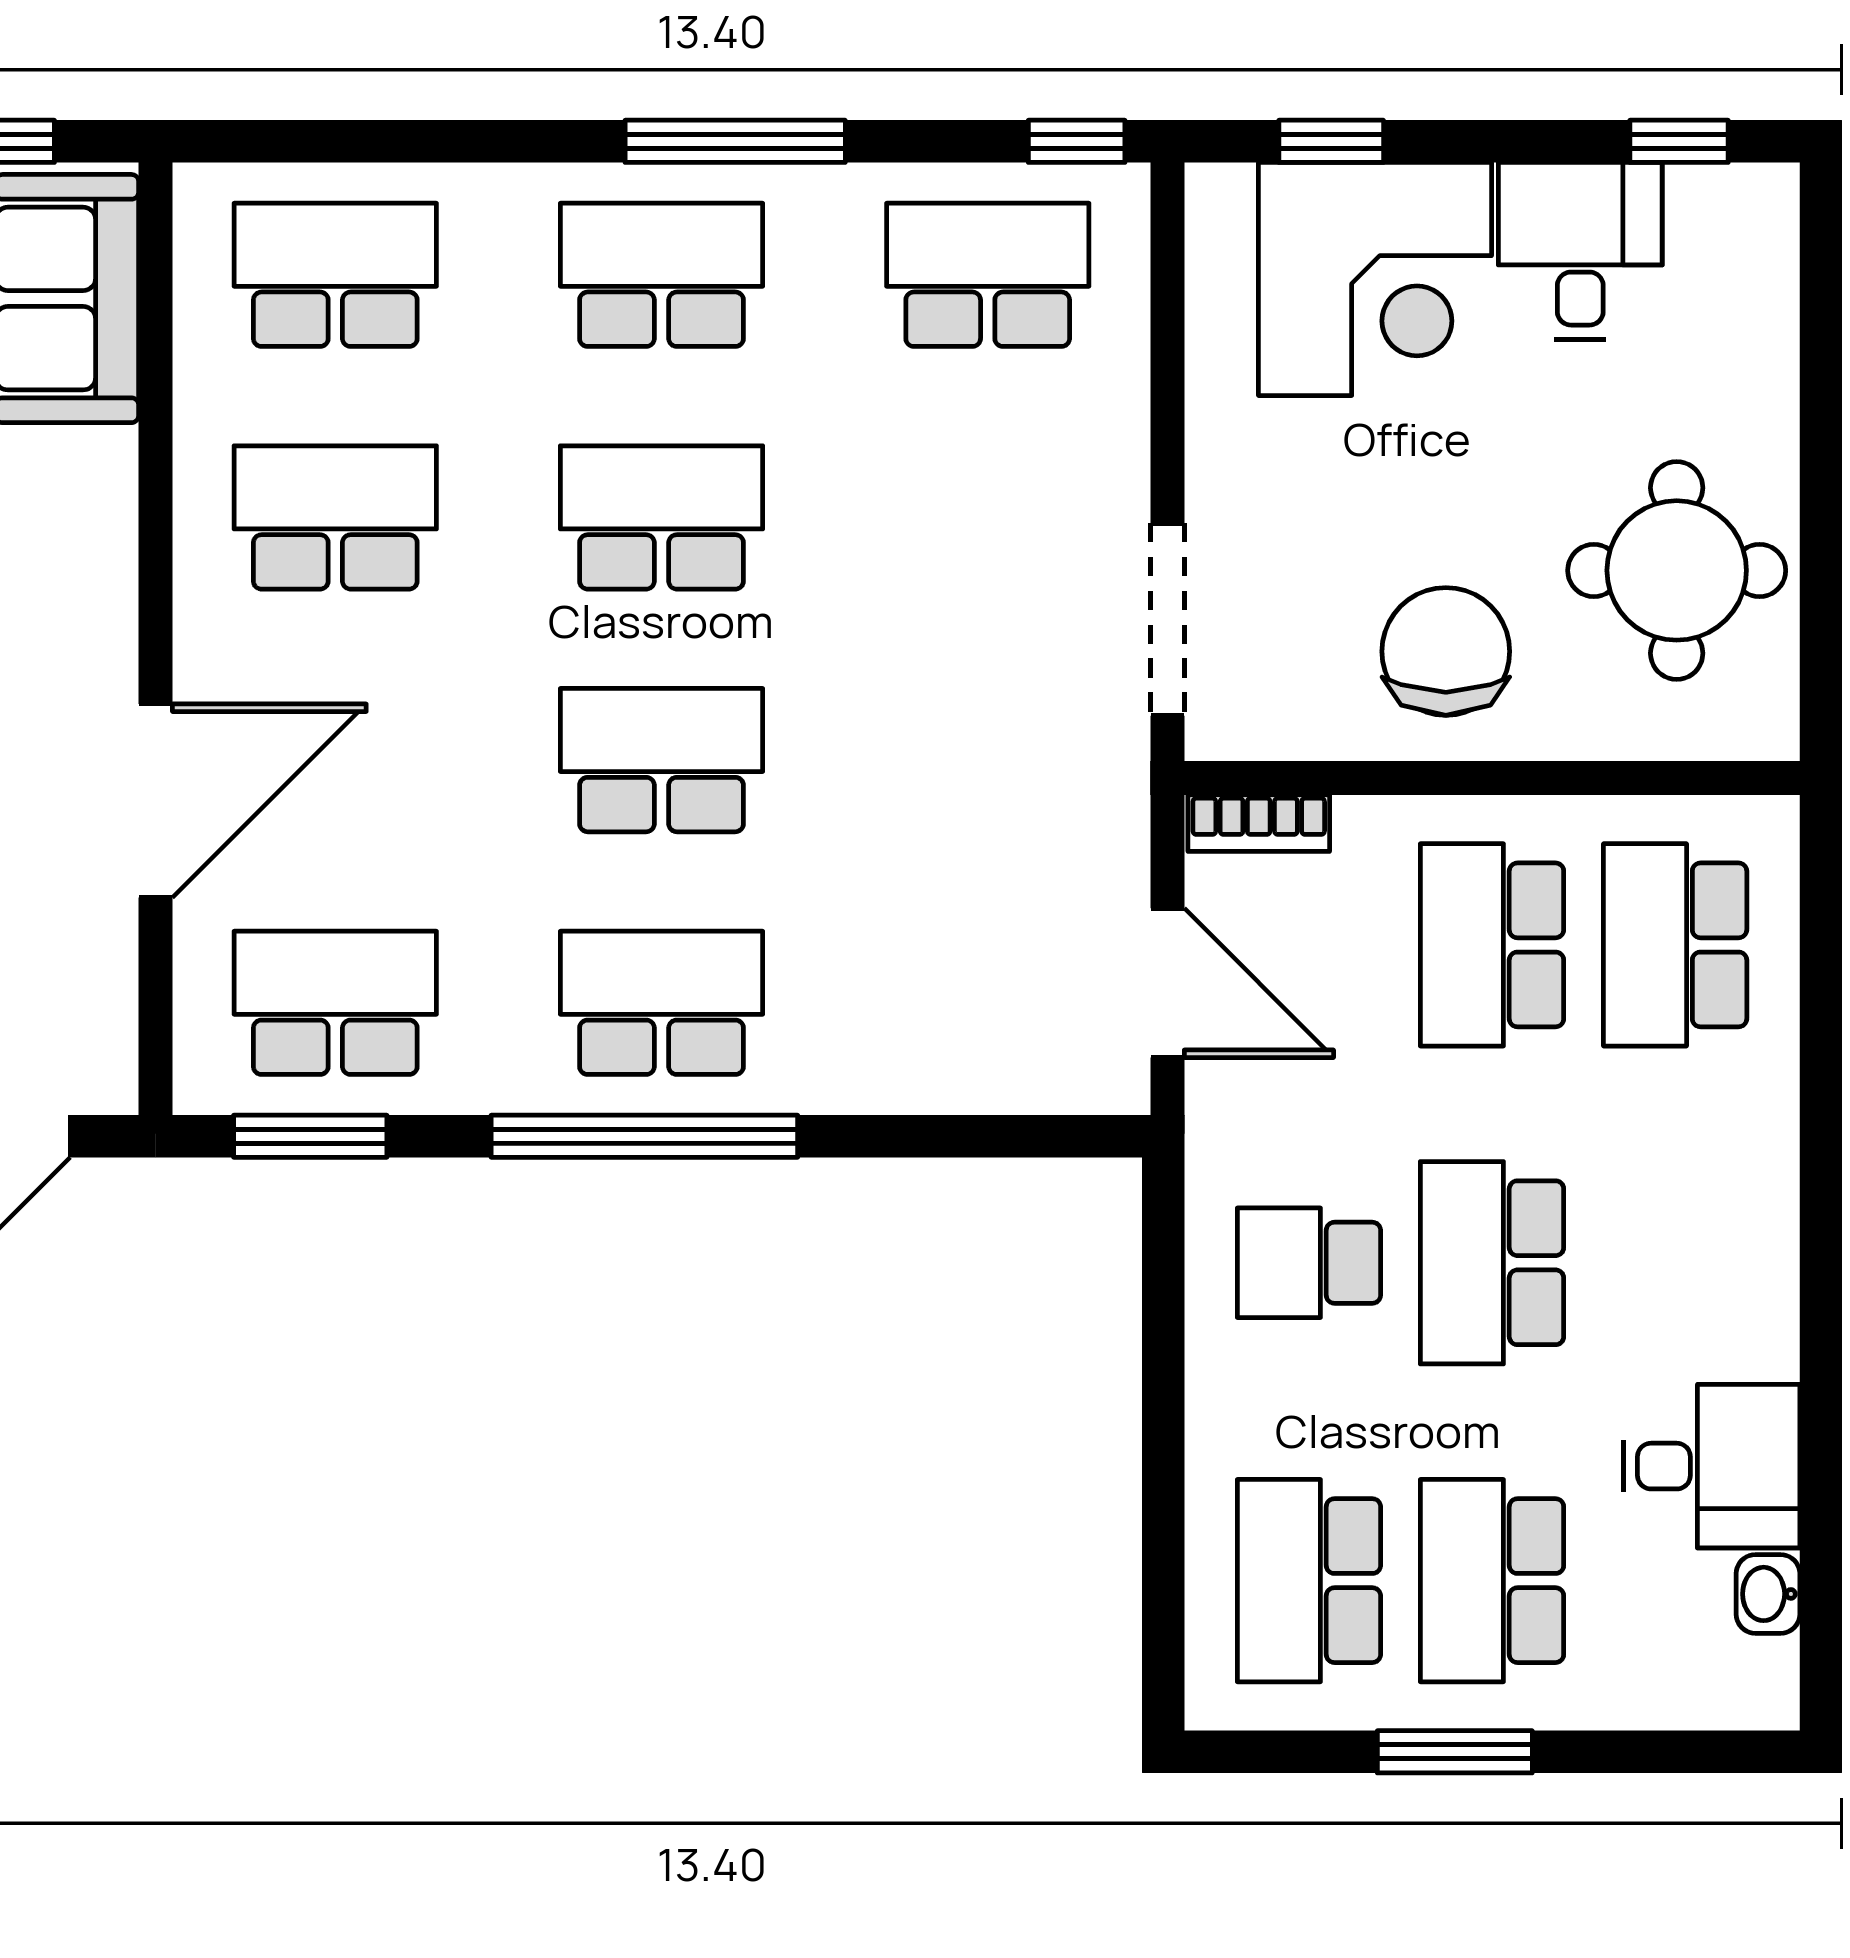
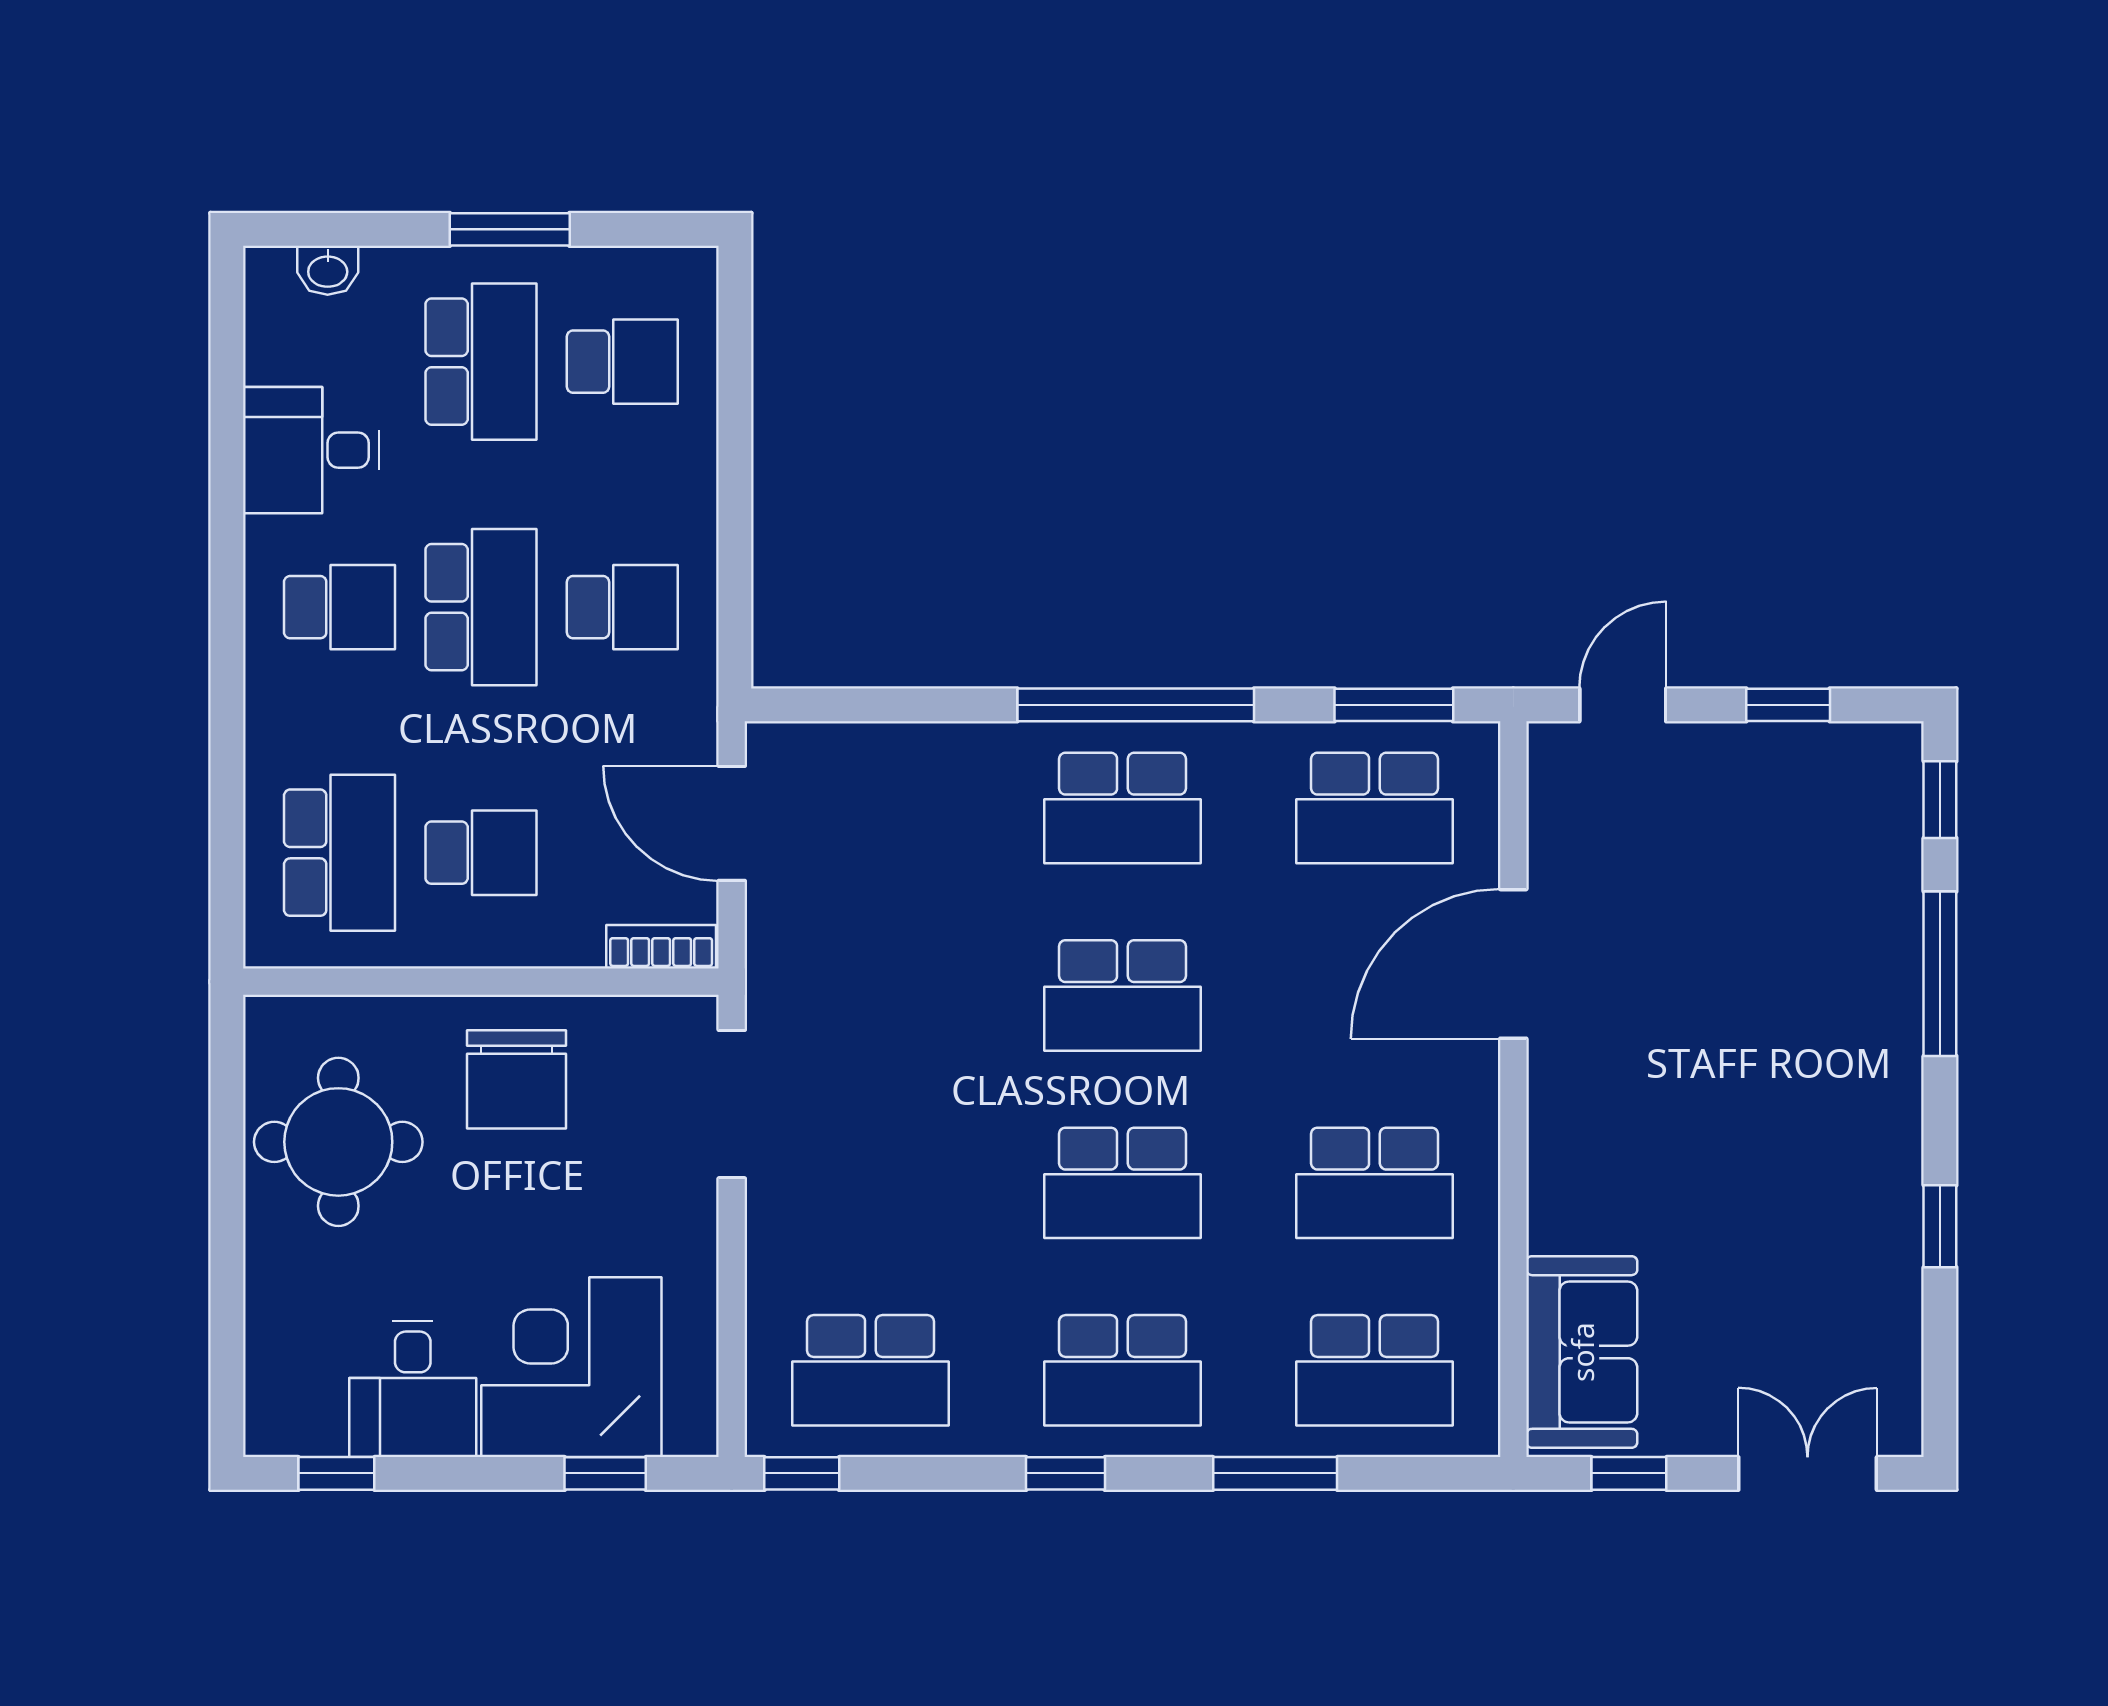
window: (464, 141) -> (1275, 1473), added
window: (735, 141) -> (1066, 1473), width x0.46
school desk: (1492, 945) -> (481, 853), width x0.54
school desk: (1675, 1263) -> (340, 607), added
school desk: (1309, 1581) -> (622, 362), width x0.54
washbasin: (1768, 1594) -> (328, 270), moved, turned 90

